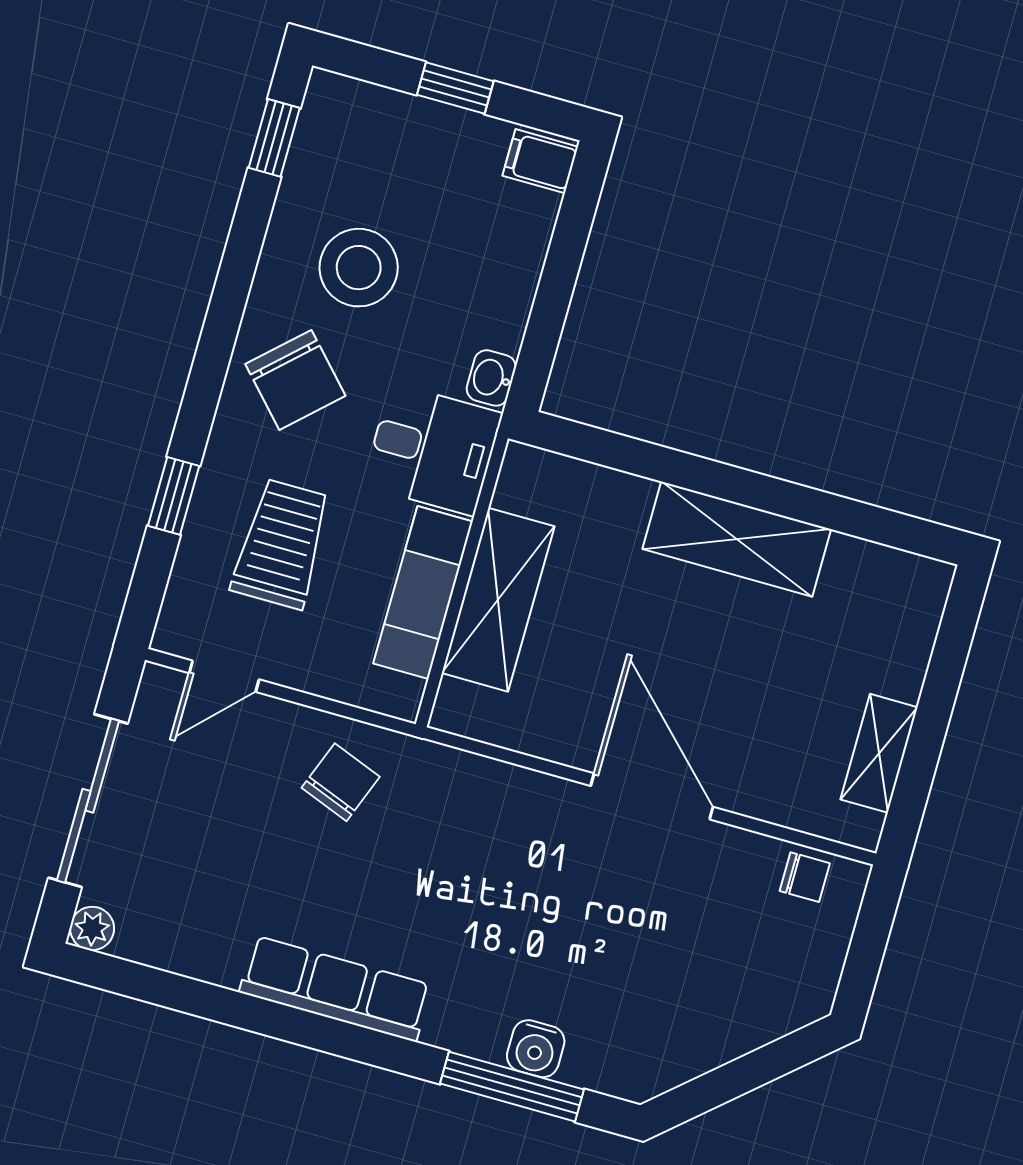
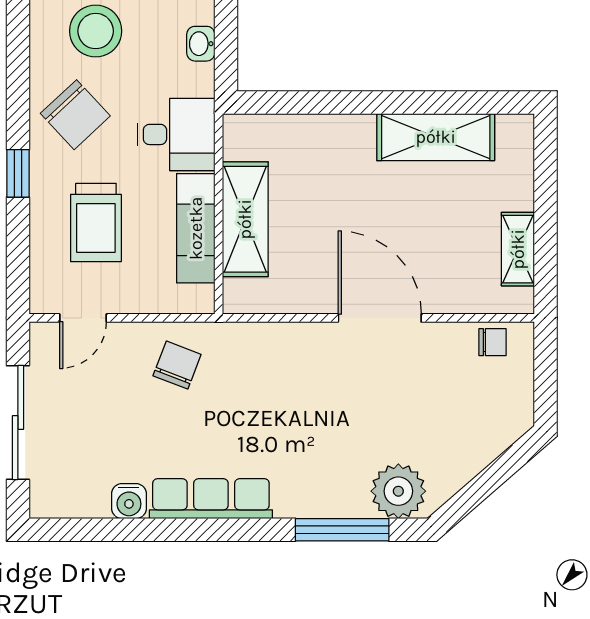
washbasin: (491, 378) -> (201, 44), moved
window: (174, 496) -> (18, 173), moved
shelving: (737, 539) -> (436, 137), moved
trolley: (281, 544) -> (96, 223), turned 180
plant: (92, 928) -> (398, 491), moved, width x1.88, depth x1.88
water cooler: (536, 1049) -> (129, 501), moved

